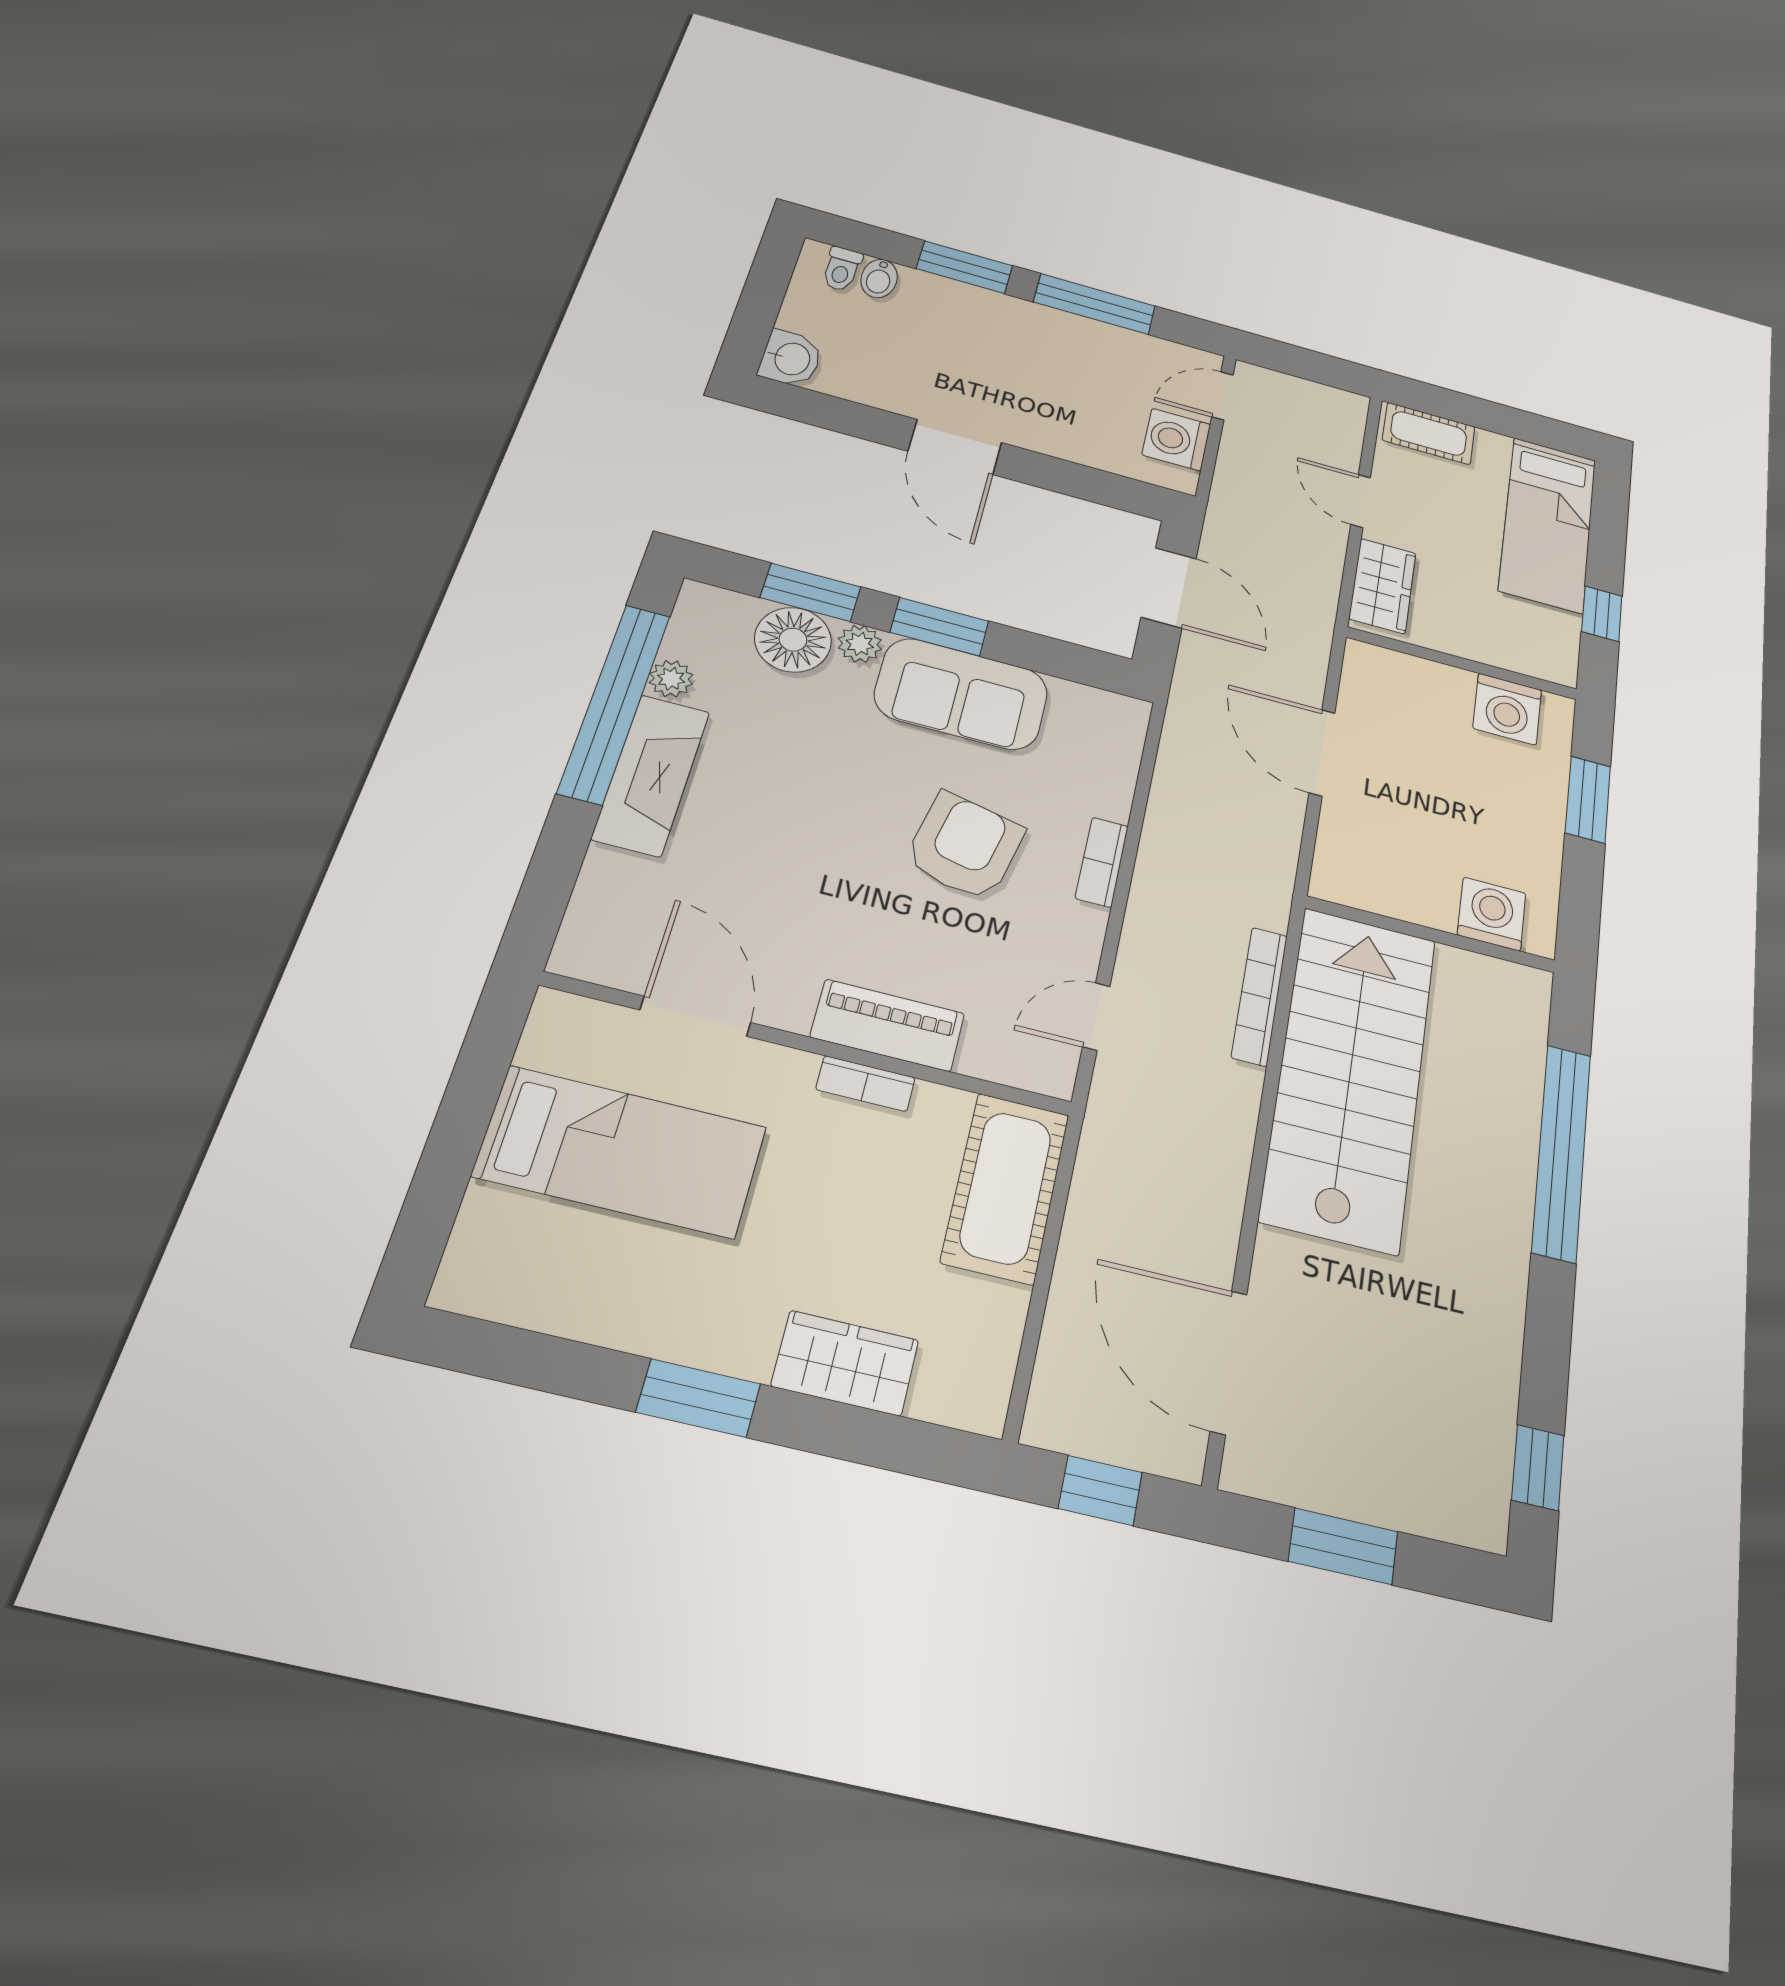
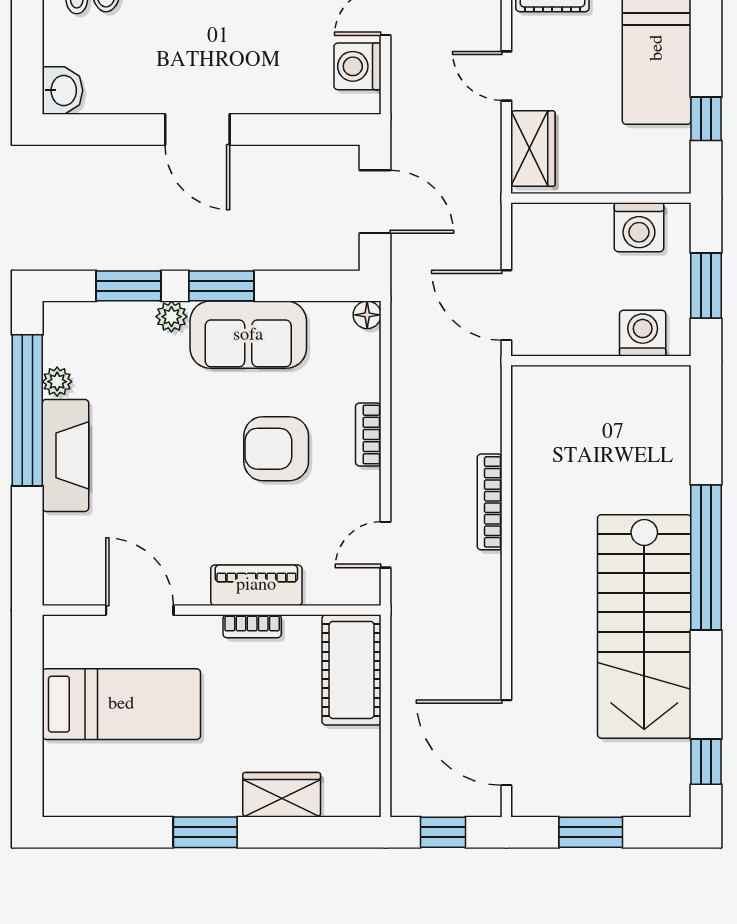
floor lamp: (793, 640) -> (367, 315), moved, width x0.53, depth x0.53
armchair: (965, 846) -> (276, 449), turned -102
washing machine: (1492, 914) -> (643, 333), moved
wall: (1431, 934) -> (601, 361), moved
stairs: (1350, 1076) -> (644, 626), moved, turned 180

